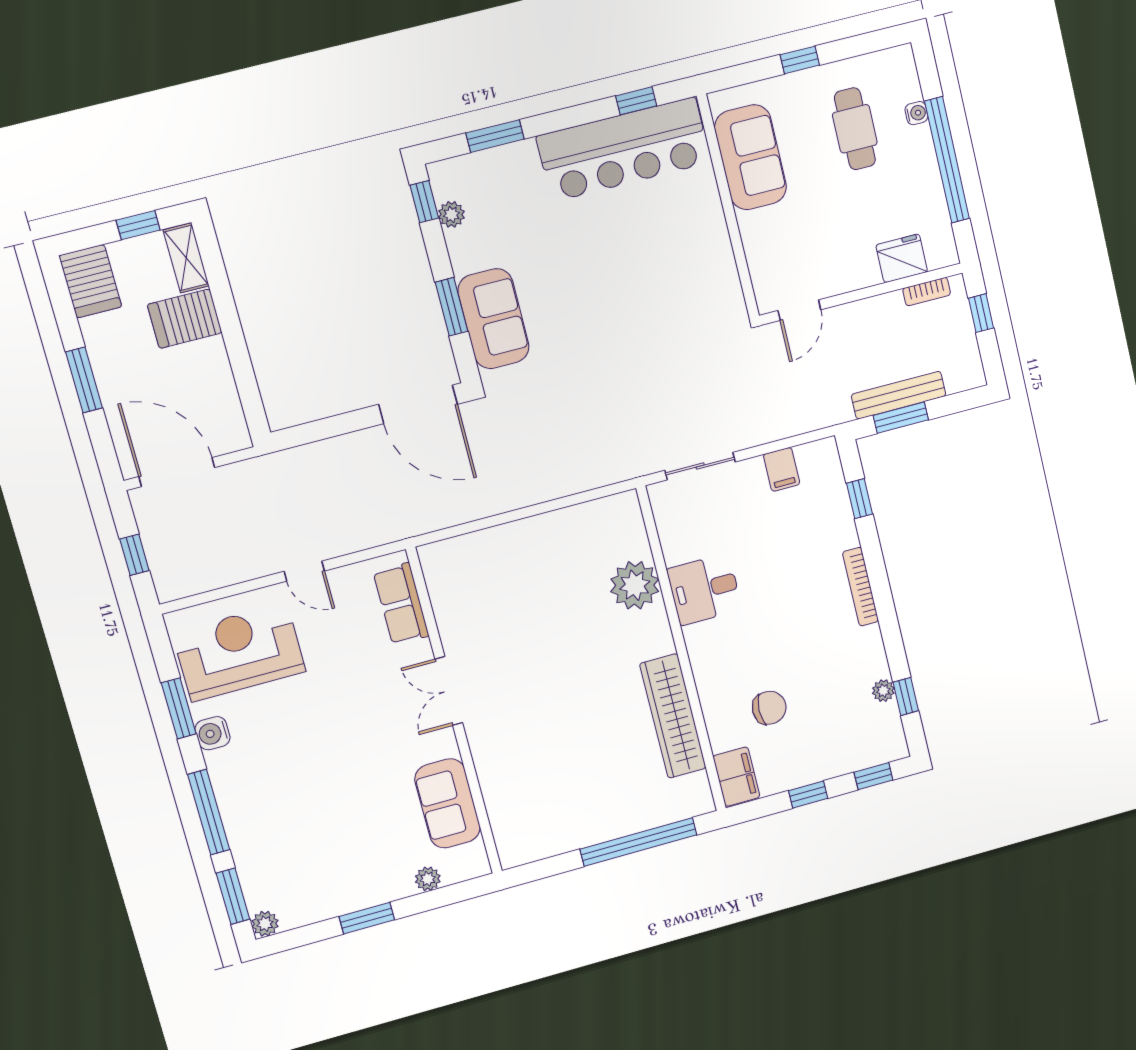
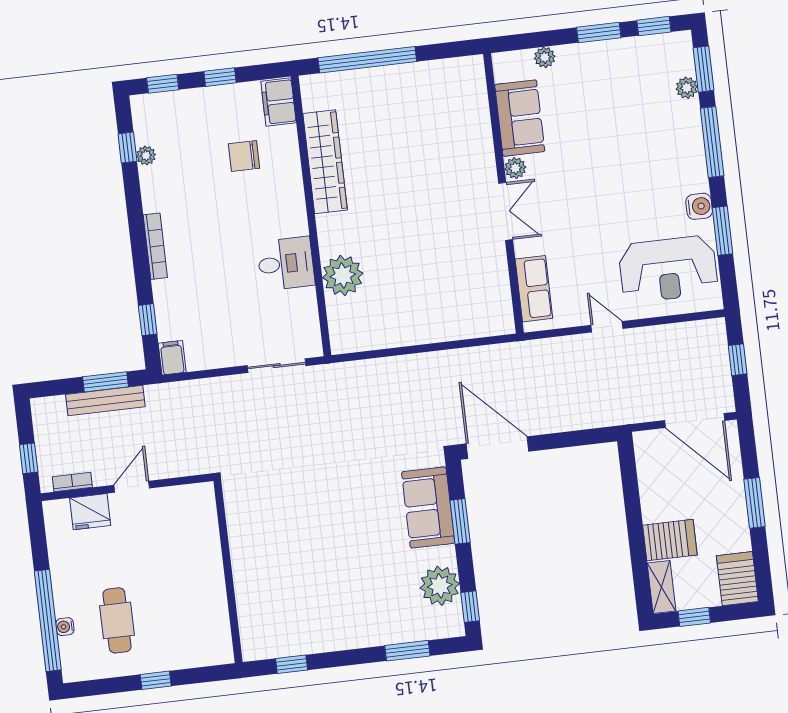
bar counter: (624, 149) -> (306, 628), removed
sofa: (751, 157) -> (205, 608), removed
window: (947, 160) -> (48, 620), moved
plant: (451, 214) -> (440, 586), width x1.88, depth x1.88
door: (799, 310) -> (132, 487), moved
filing cabinet: (782, 469) -> (172, 358), moved
plant: (444, 744) -> (515, 168), added
plant: (265, 924) -> (687, 88), moved
window: (301, 936) -> (654, 26), added

